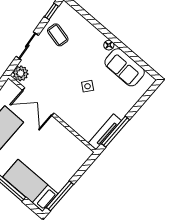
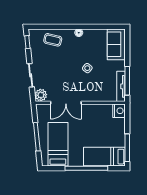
coffee table: (58, 35) -> (53, 40), moved
sofa: (125, 67) -> (116, 44), moved, turned 90
nightstand: (83, 153) -> (119, 111), added

